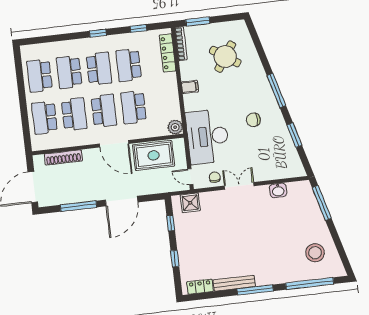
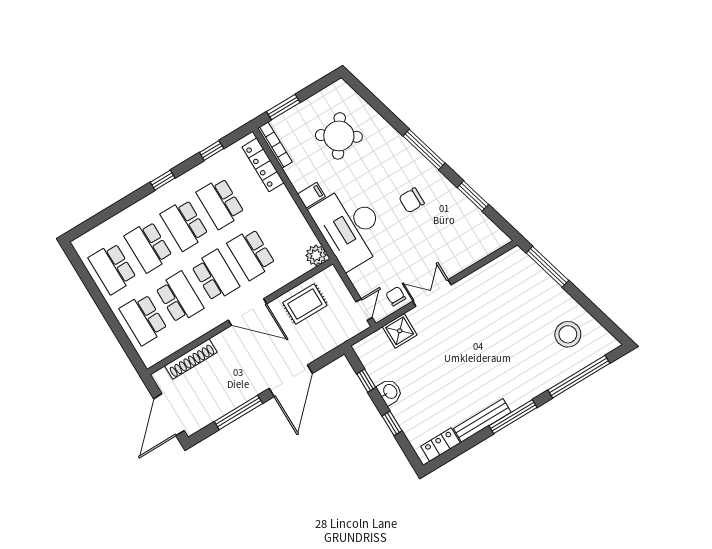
school desk: (99, 69) -> (184, 225), turned 180
desk: (208, 137) -> (350, 227), moved
rug: (154, 155) -> (305, 304), width x0.73, depth x0.70
door: (190, 177) -> (364, 310), swing flipped
washbasin: (278, 190) -> (390, 392), moved, turned -90
shower: (190, 203) -> (400, 331), moved

